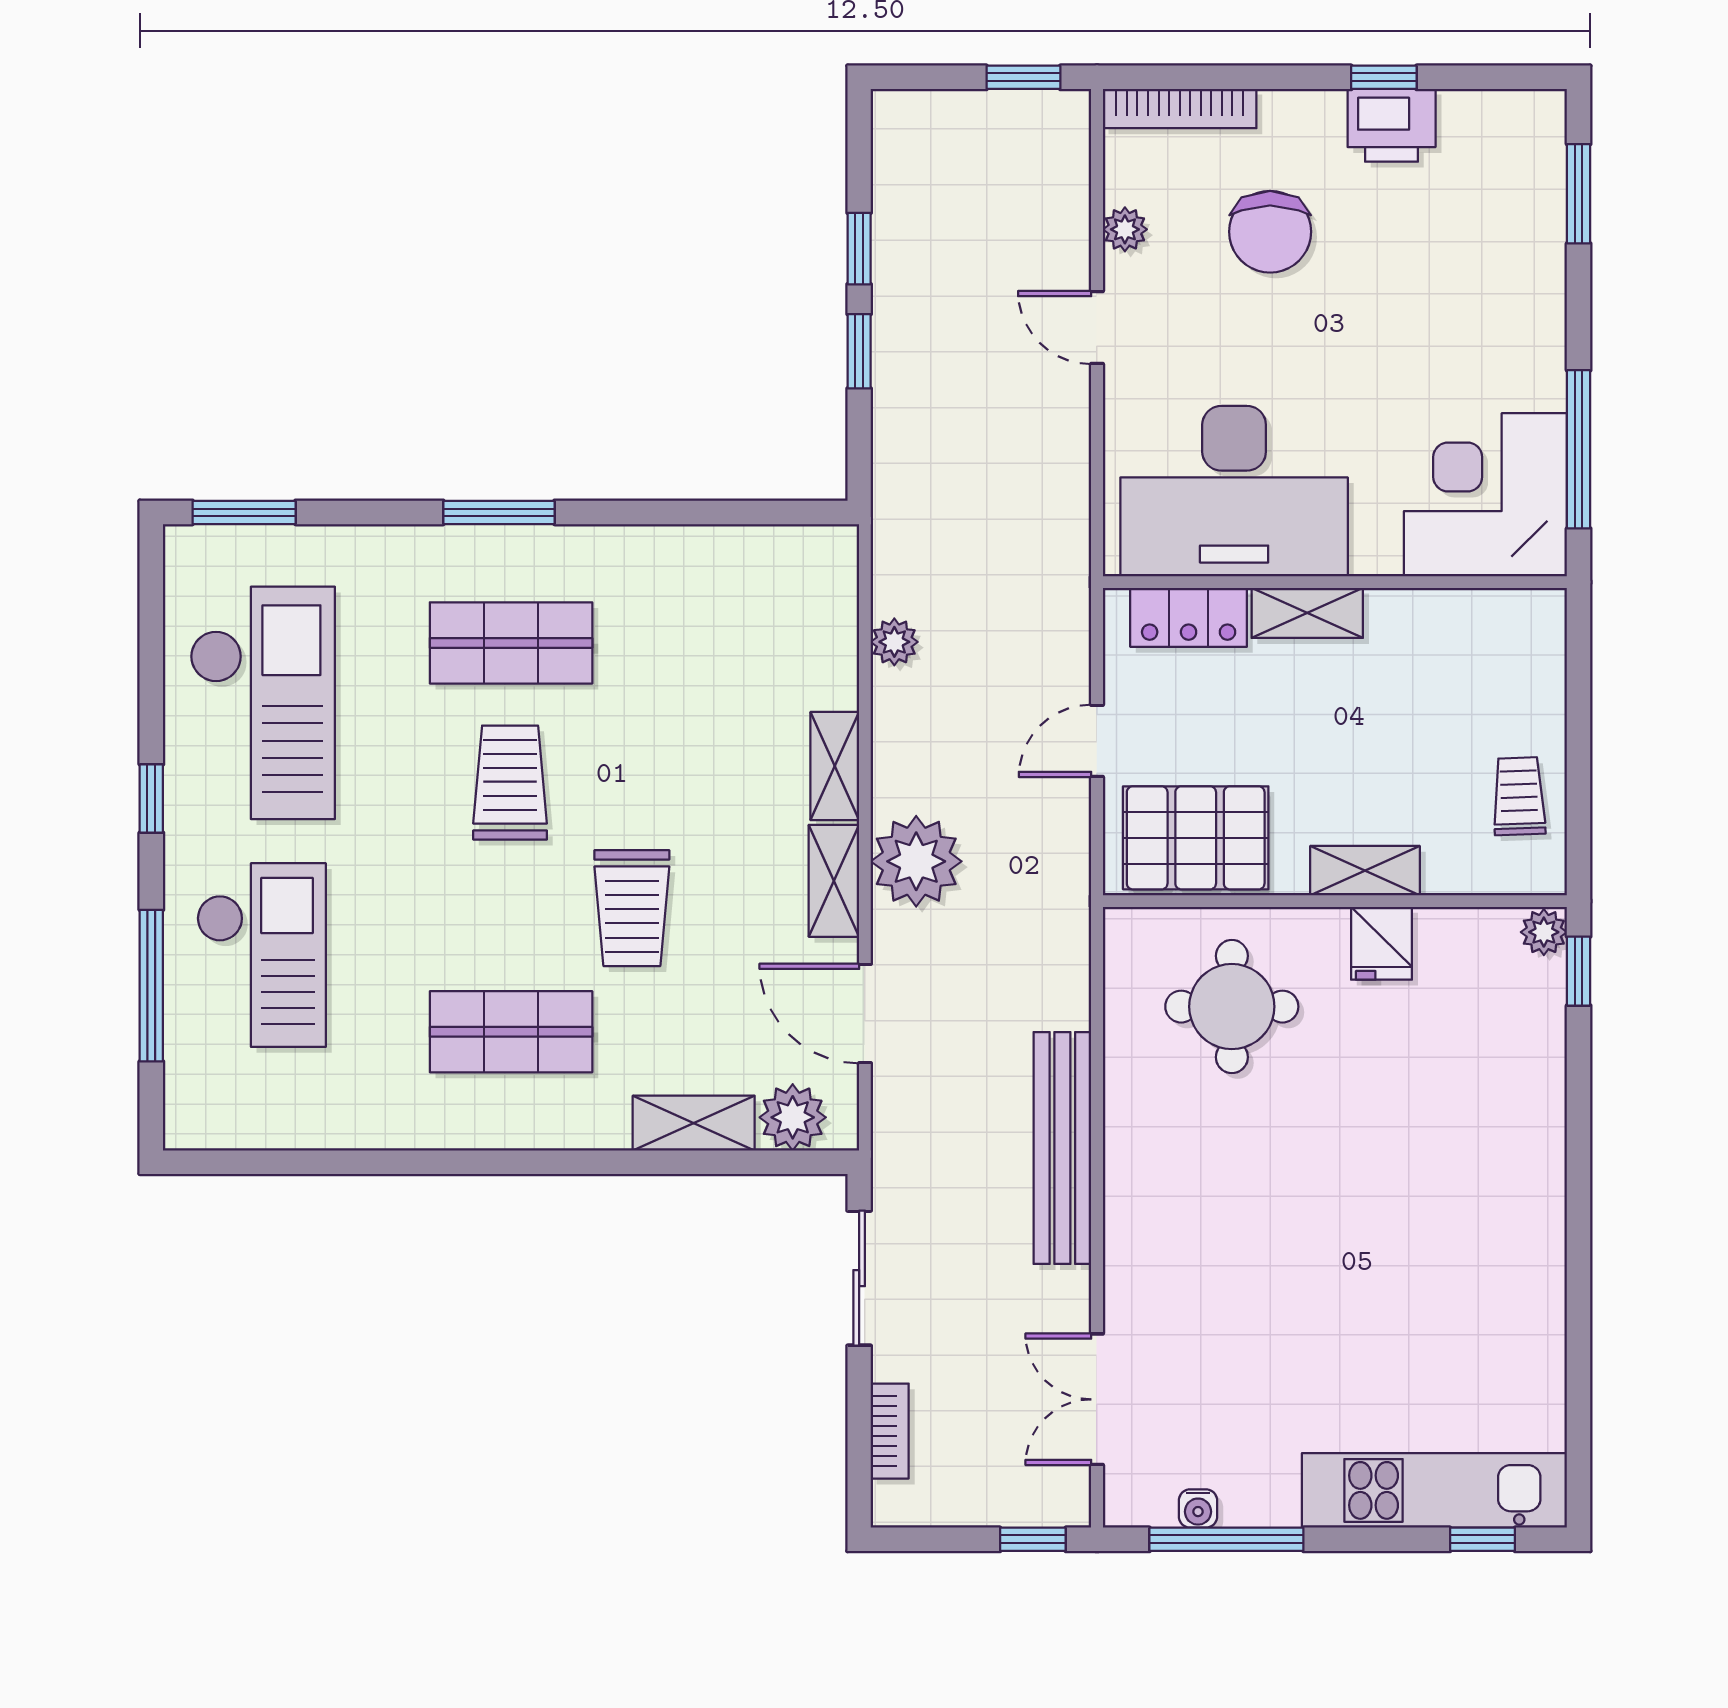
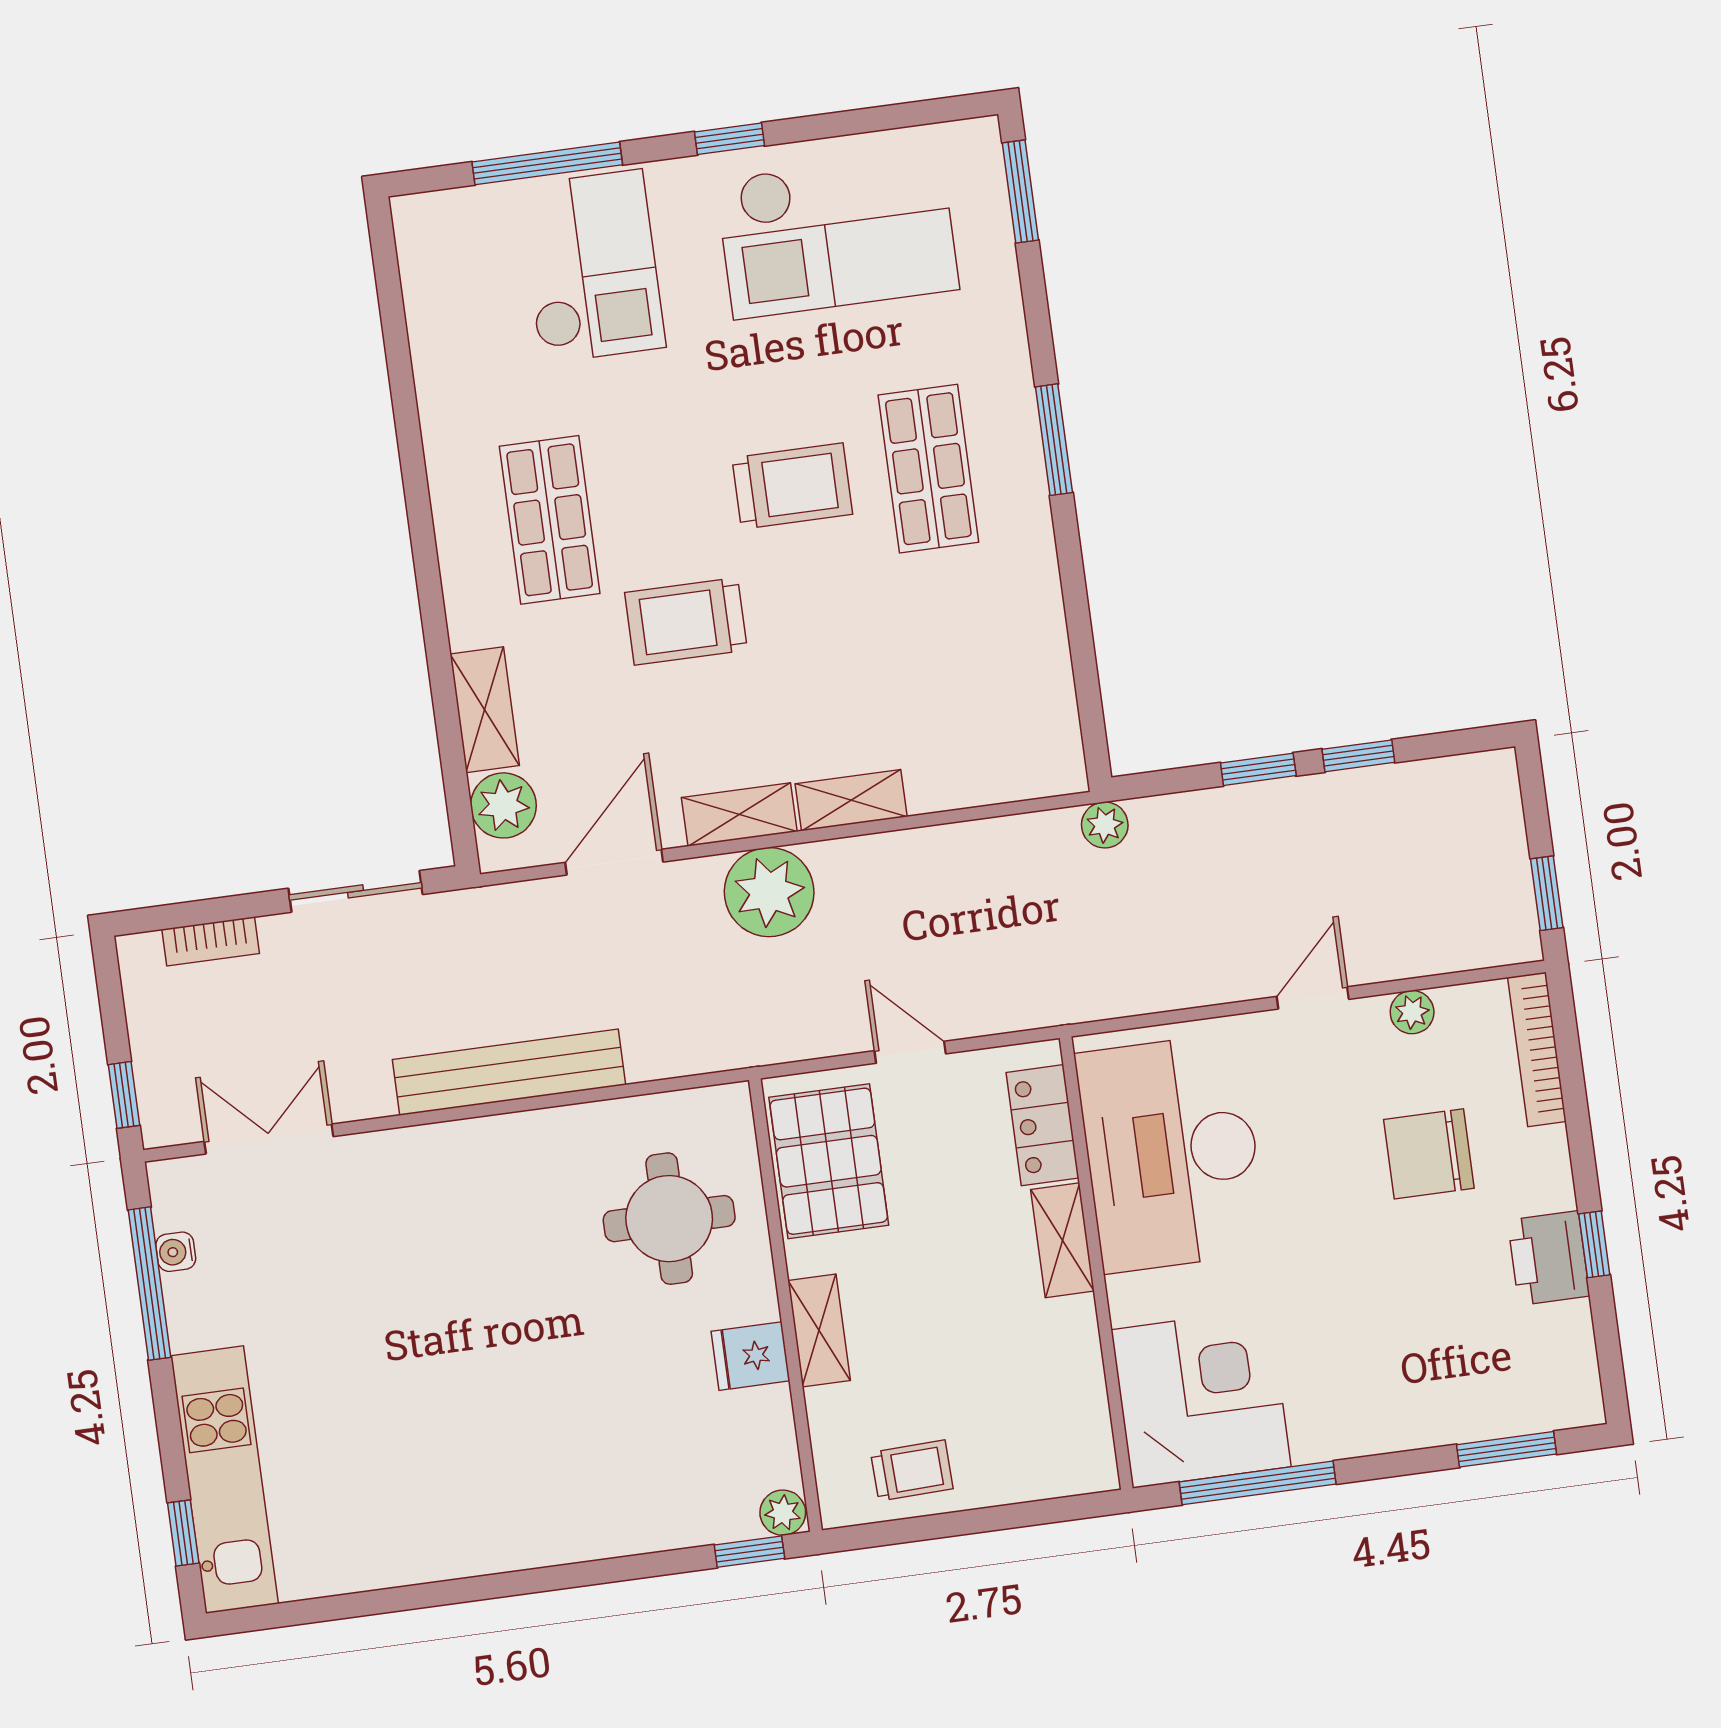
plant: (894, 642) -> (1105, 825), moved
checkout: (261, 955) -> (591, 266), turned -90

